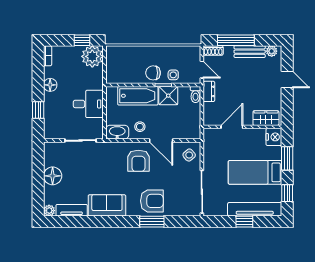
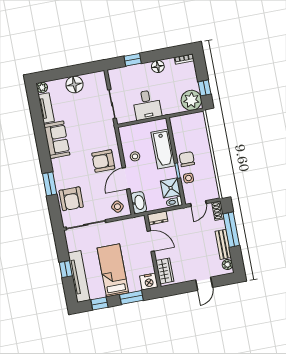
dresser: (209, 91) -> (157, 218), moved
shower: (168, 96) -> (171, 188), moved
washbasin: (117, 132) -> (139, 203), moved
armchair: (152, 201) -> (71, 199), moved

